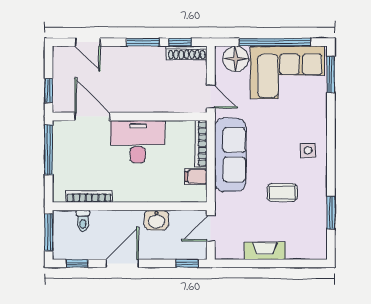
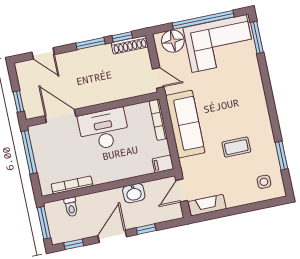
side table: (308, 150) -> (264, 182), moved
filing cabinet: (196, 177) -> (163, 164), moved
fireplace: (265, 251) -> (207, 205), moved
window: (187, 263) -> (146, 229), moved

